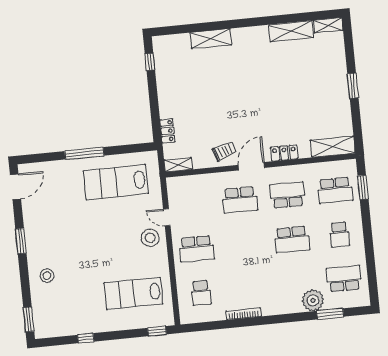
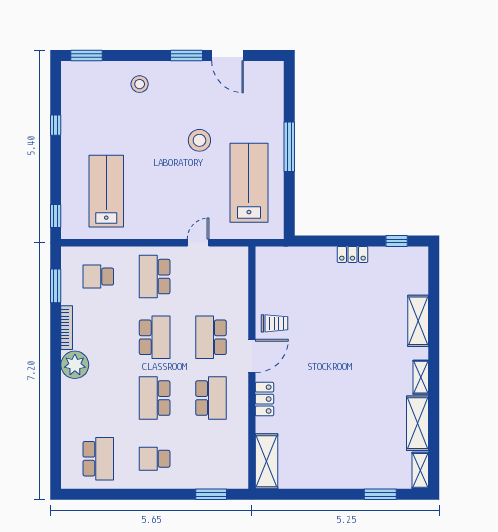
window: (353, 86) -> (380, 494), moved
locker: (167, 131) -> (352, 254), moved
trolley: (224, 151) -> (275, 323), turned -71
shelving: (178, 165) -> (421, 377), moved
door: (251, 166) -> (252, 356), hinge flipped
door: (15, 187) -> (228, 55), moved
school desk: (335, 190) -> (155, 337), moved, turned 180
stool: (150, 238) -> (199, 140), moved
plant: (313, 300) -> (75, 365), moved
window: (330, 314) -> (56, 286), moved

